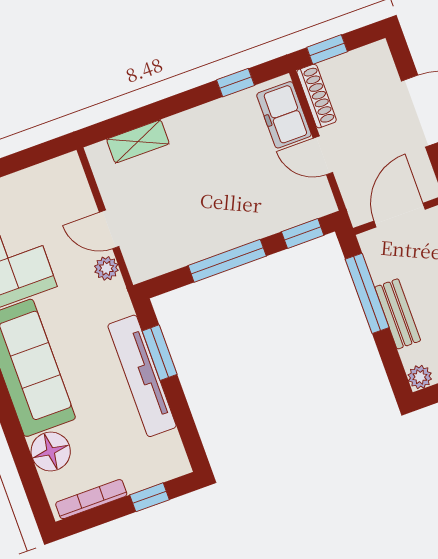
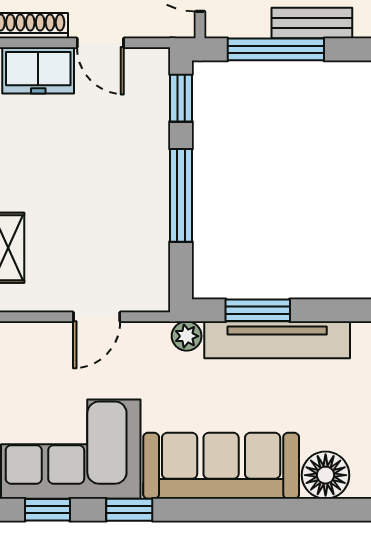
door: (323, 155) -> (100, 43), hinge flipped
plant: (106, 268) -> (187, 336), moved

